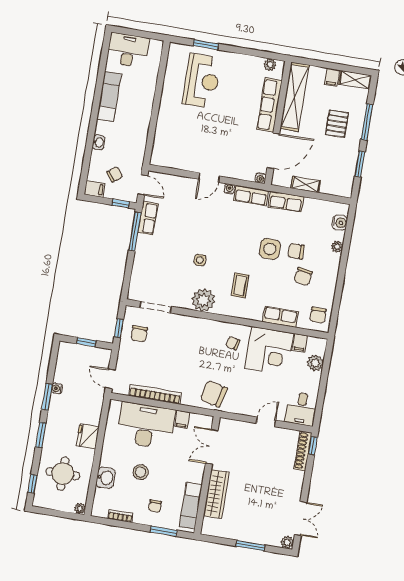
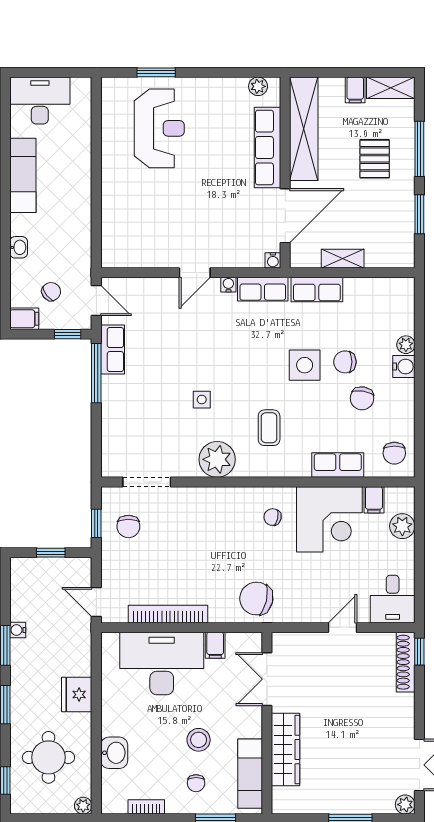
water cooler: (340, 223) -> (404, 367), moved
stool: (140, 472) -> (199, 740), moved

